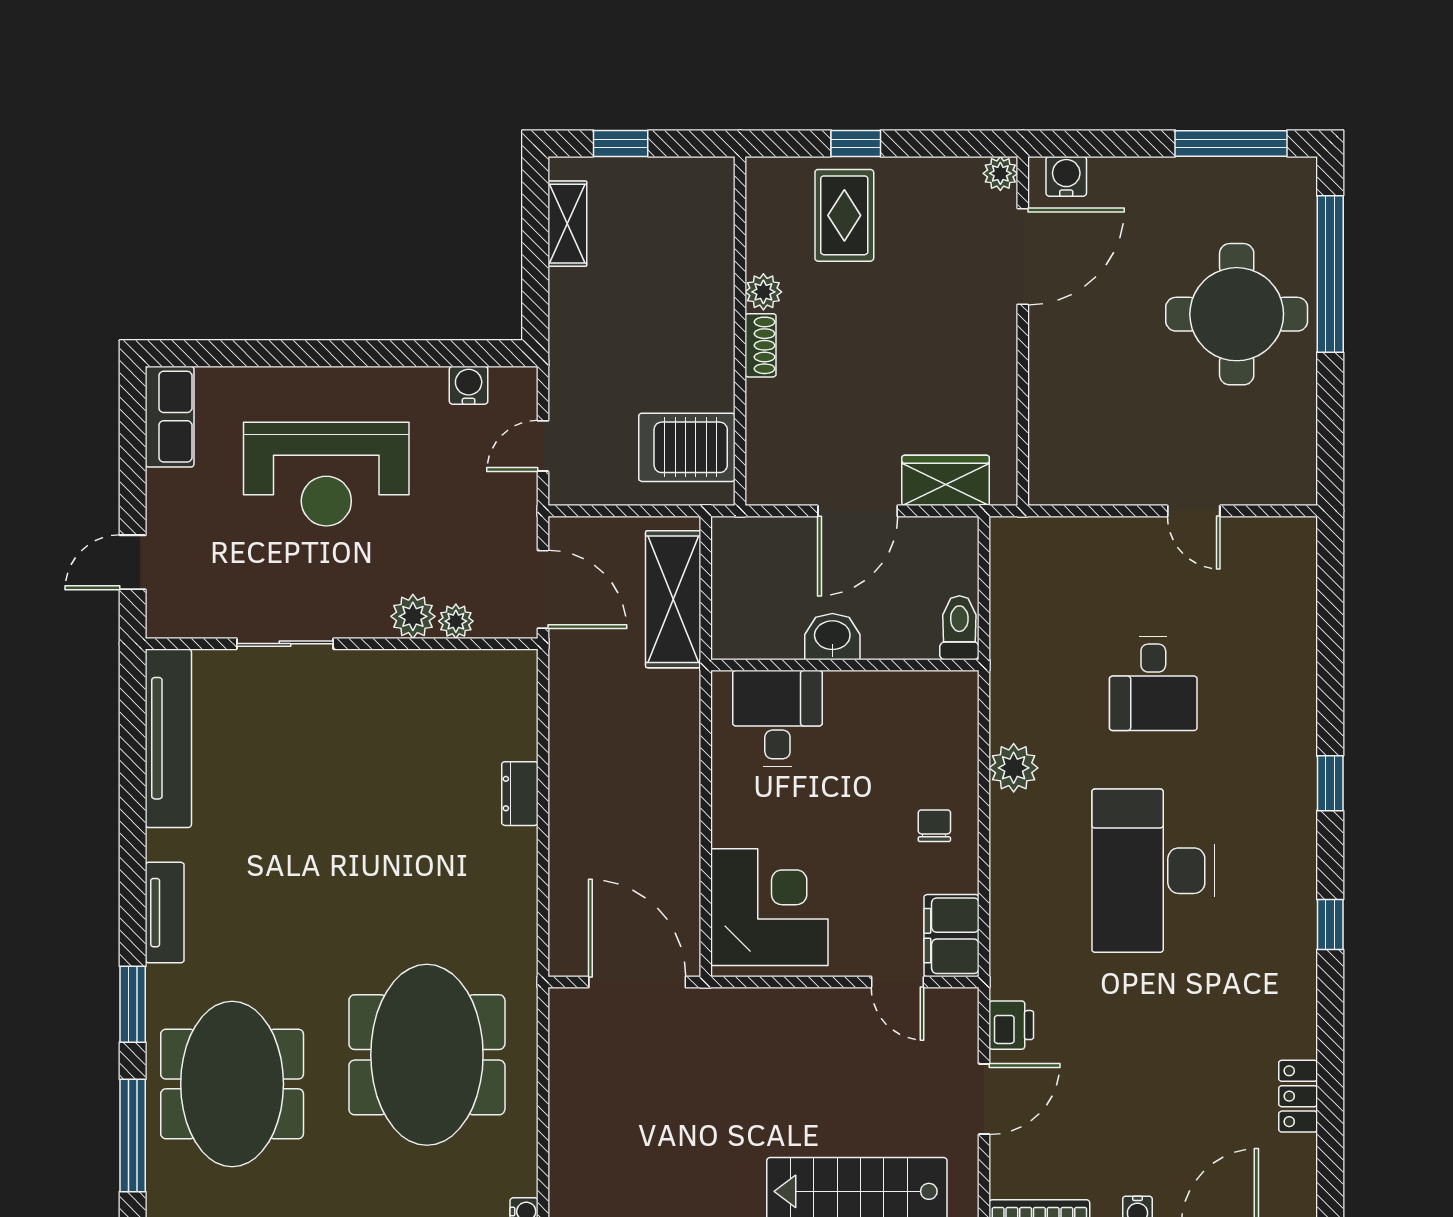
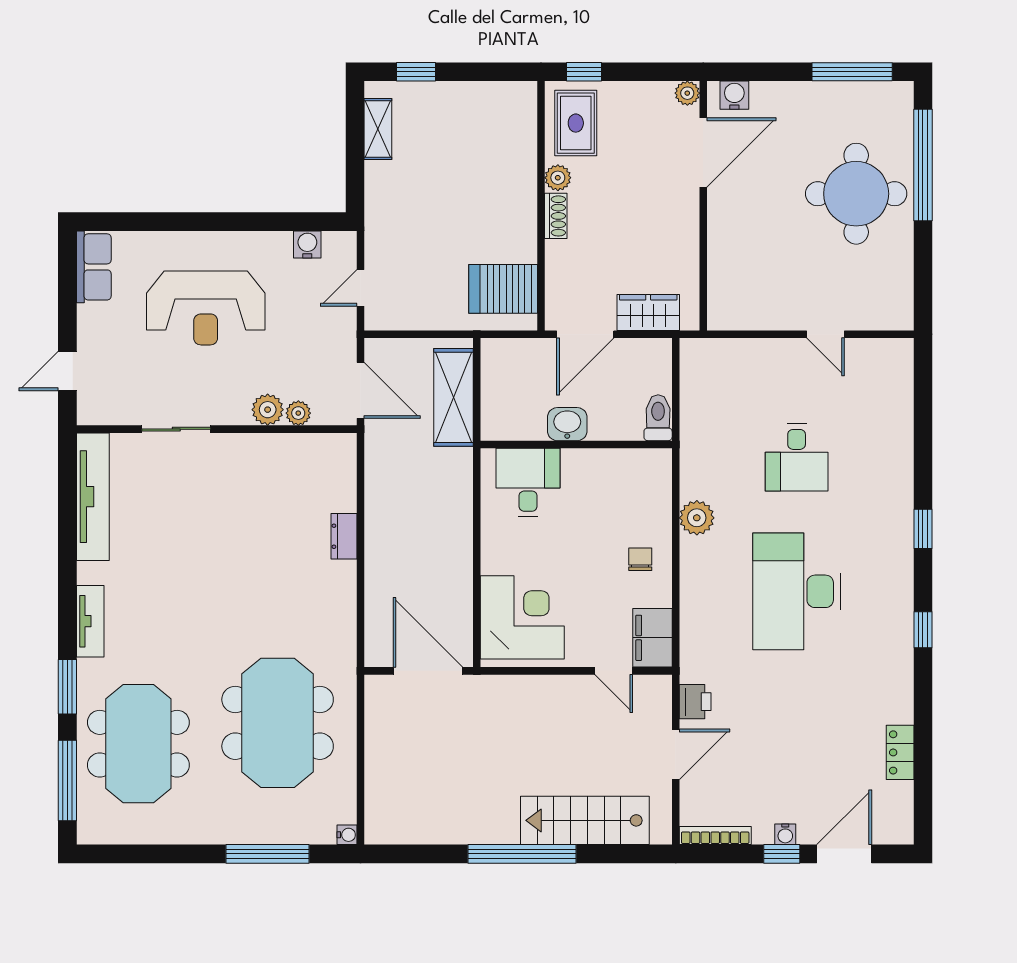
plant: (763, 292) -> (558, 178), moved
wall: (740, 331) -> (541, 206), moved
shoe rack: (761, 345) -> (556, 216), moved
server rack: (687, 447) -> (503, 289), moved

